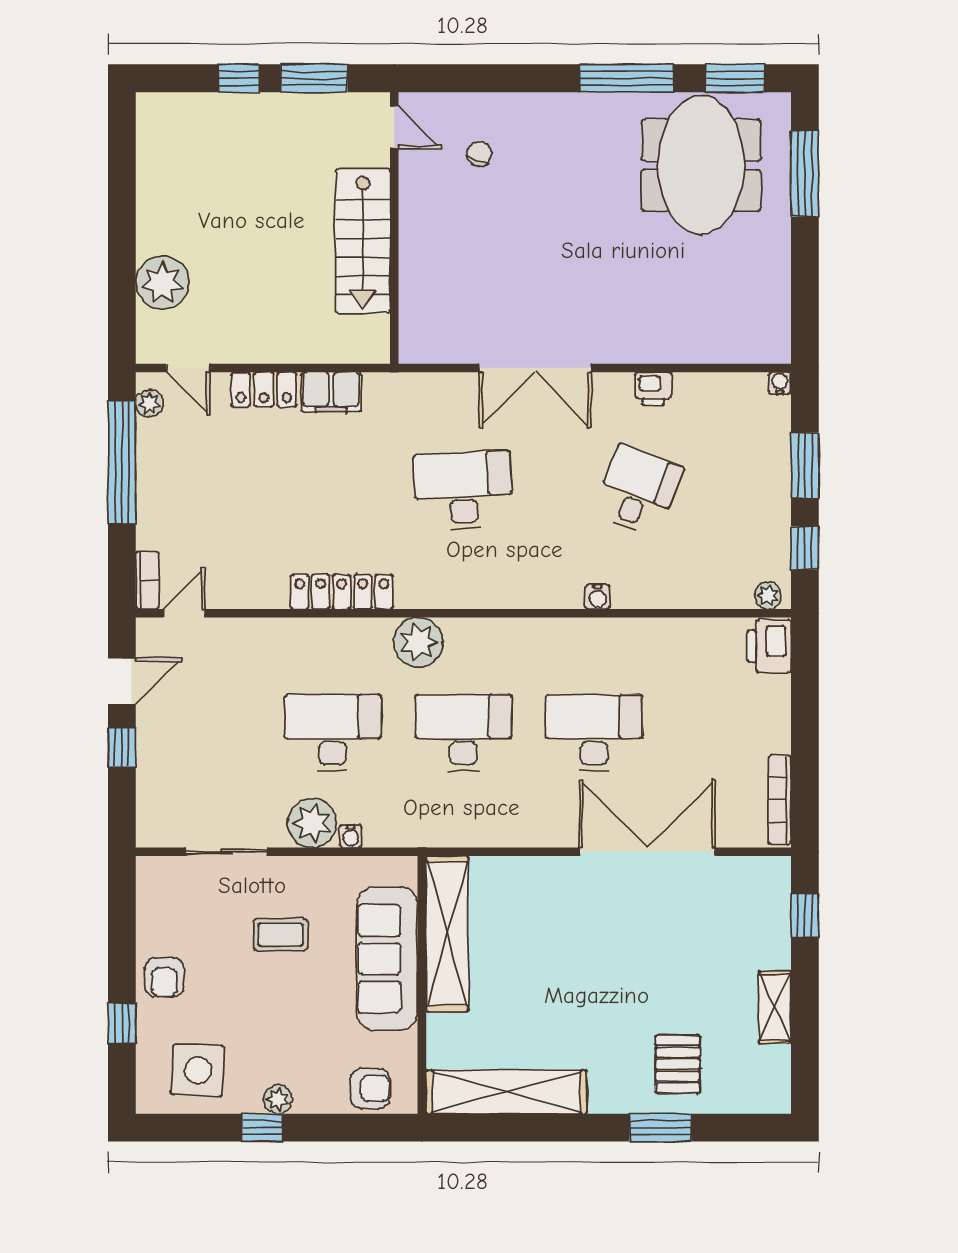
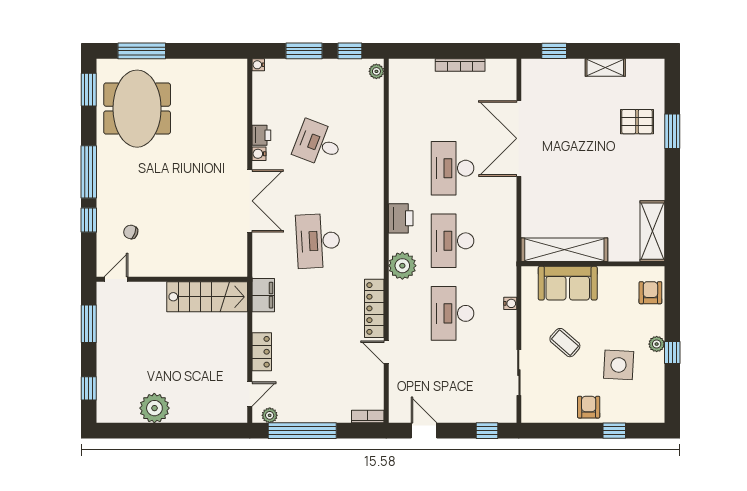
window: (239, 78) -> (89, 388), moved
window: (501, 78) -> (89, 220), added
window: (627, 78) -> (89, 172), moved
meeting table: (701, 165) -> (137, 109), turned 90
stairs: (363, 241) -> (207, 297), moved
plant: (162, 283) -> (154, 408), moved
filing cabinet: (331, 392) -> (263, 295), moved
water cooler: (598, 597) -> (259, 154), moved, turned 180
door: (184, 613) -> (386, 352), moved
printer: (769, 646) -> (401, 218), moved, turned -90
window: (122, 747) -> (487, 431), moved
bookcase: (780, 800) -> (460, 65), moved
plant: (312, 823) -> (503, 325), removed
coffee table: (280, 935) -> (565, 343), turned -49
sofa: (387, 959) -> (568, 283), width x0.73
armchair: (164, 977) -> (589, 407), turned -90
side table: (198, 1070) -> (619, 365), moved
shelving: (506, 1092) -> (652, 231), width x0.68

